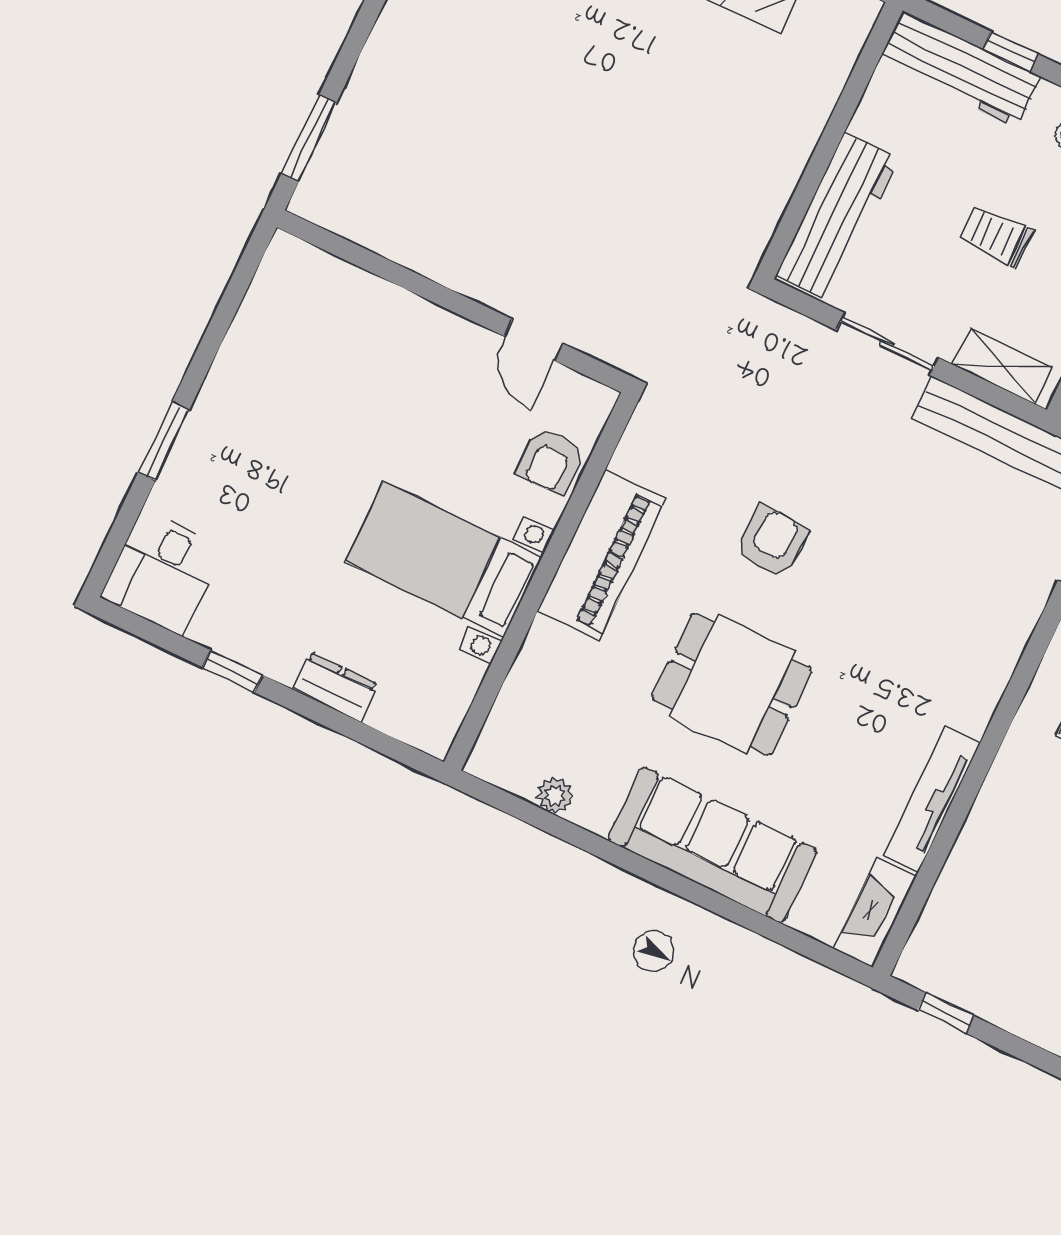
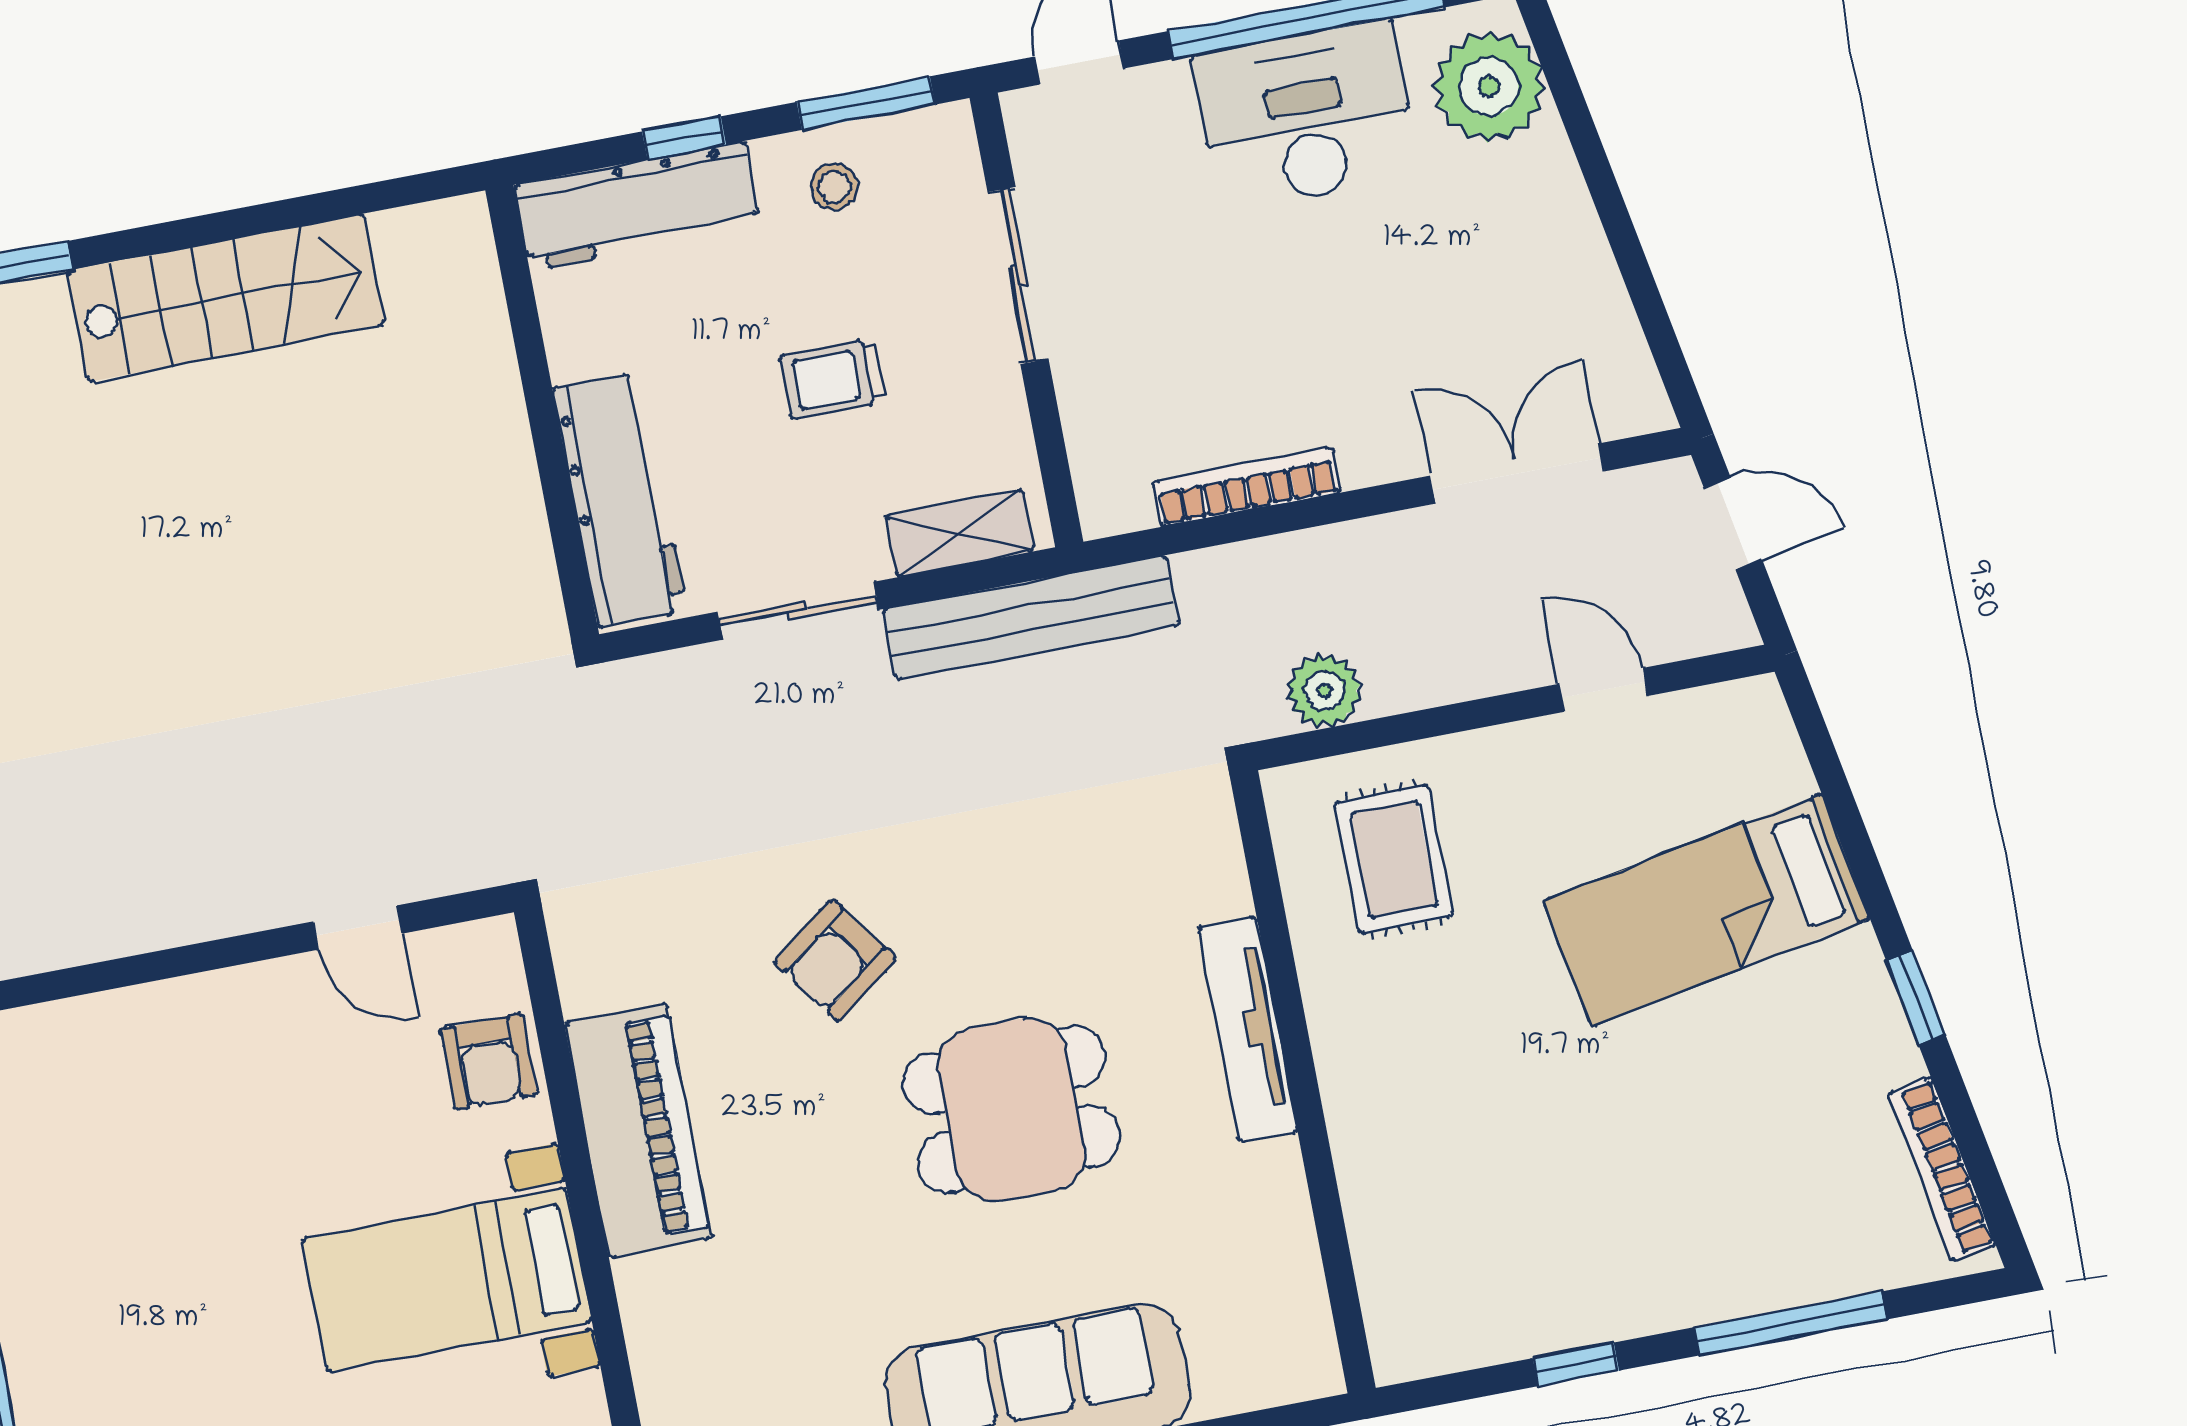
armchair: (772, 542) -> (835, 960), turned -130
dining table: (732, 684) -> (1011, 1110), moved
tv unit: (932, 799) -> (1248, 1030), moved
fireplace: (875, 912) -> (1300, 1323), removed
window: (946, 1013) -> (1576, 1364), moved

